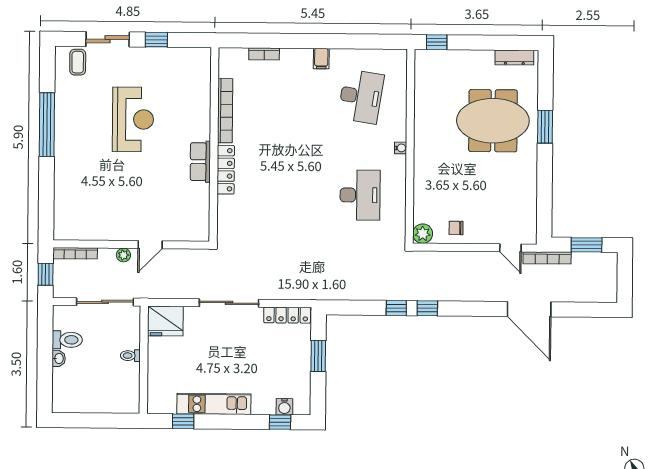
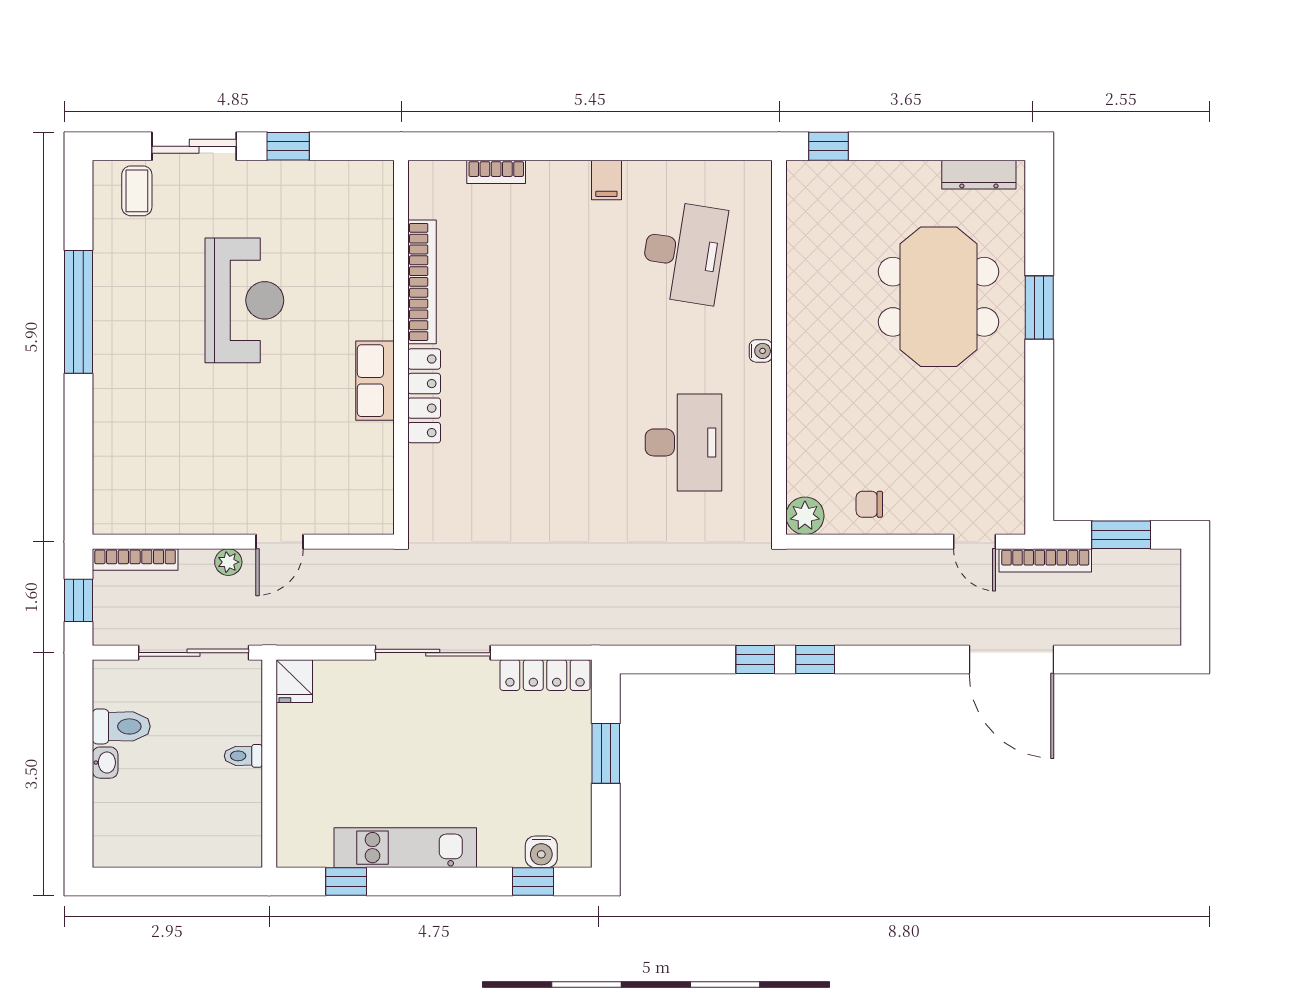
meeting table: (493, 121) -> (939, 297), turned 90
fridge: (165, 321) -> (294, 681), width x0.53, depth x0.75

